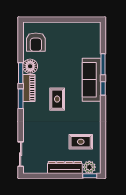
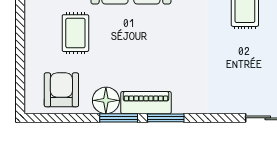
armchair: (36, 42) -> (61, 90), turned -90
rug: (57, 99) -> (75, 33), moved, turned 90

